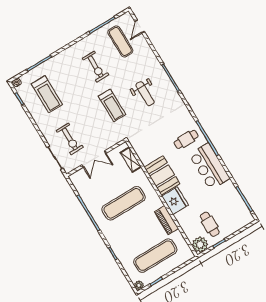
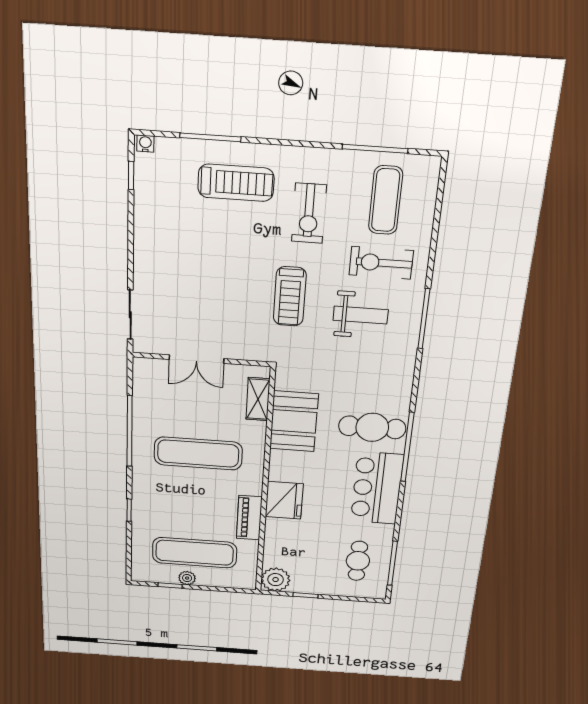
door: (140, 26) -> (440, 198), removed
treadmill: (47, 94) -> (236, 183), moved, turned -90
weight bench: (145, 94) -> (361, 315), turned -90
exercise bike: (70, 139) -> (381, 263), moved, turned 90
cafe table: (186, 139) -> (372, 427), width x1.37, depth x1.35
booth: (162, 175) -> (294, 421), moved
cafe table: (210, 224) -> (358, 561), moved
plant: (139, 285) -> (187, 578), moved

